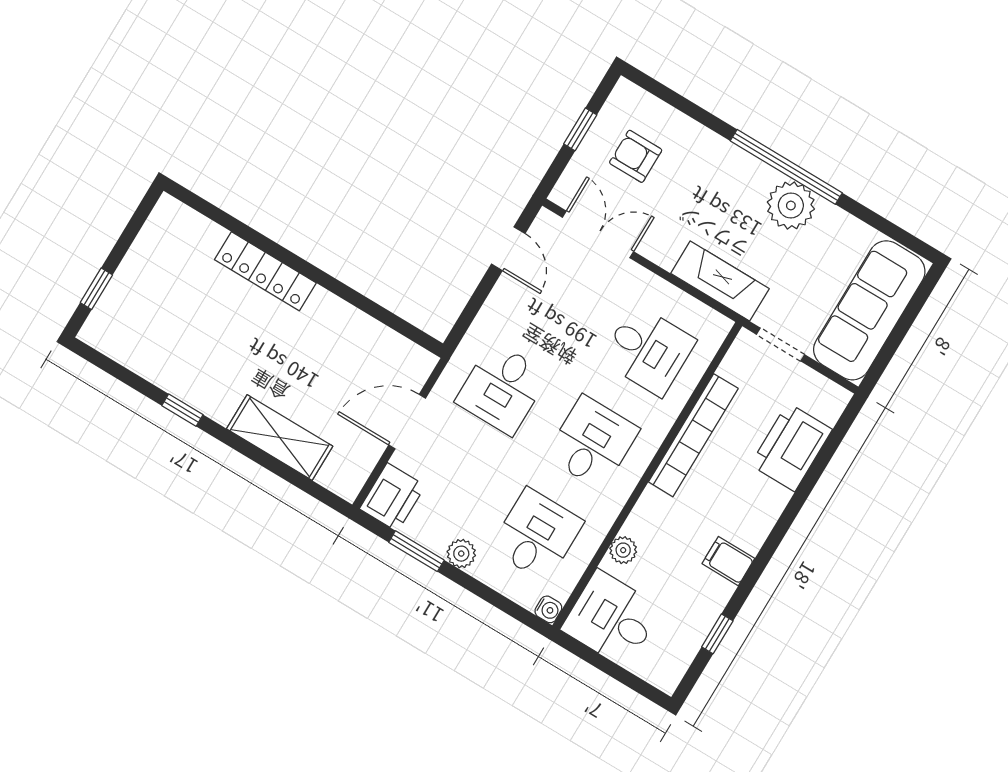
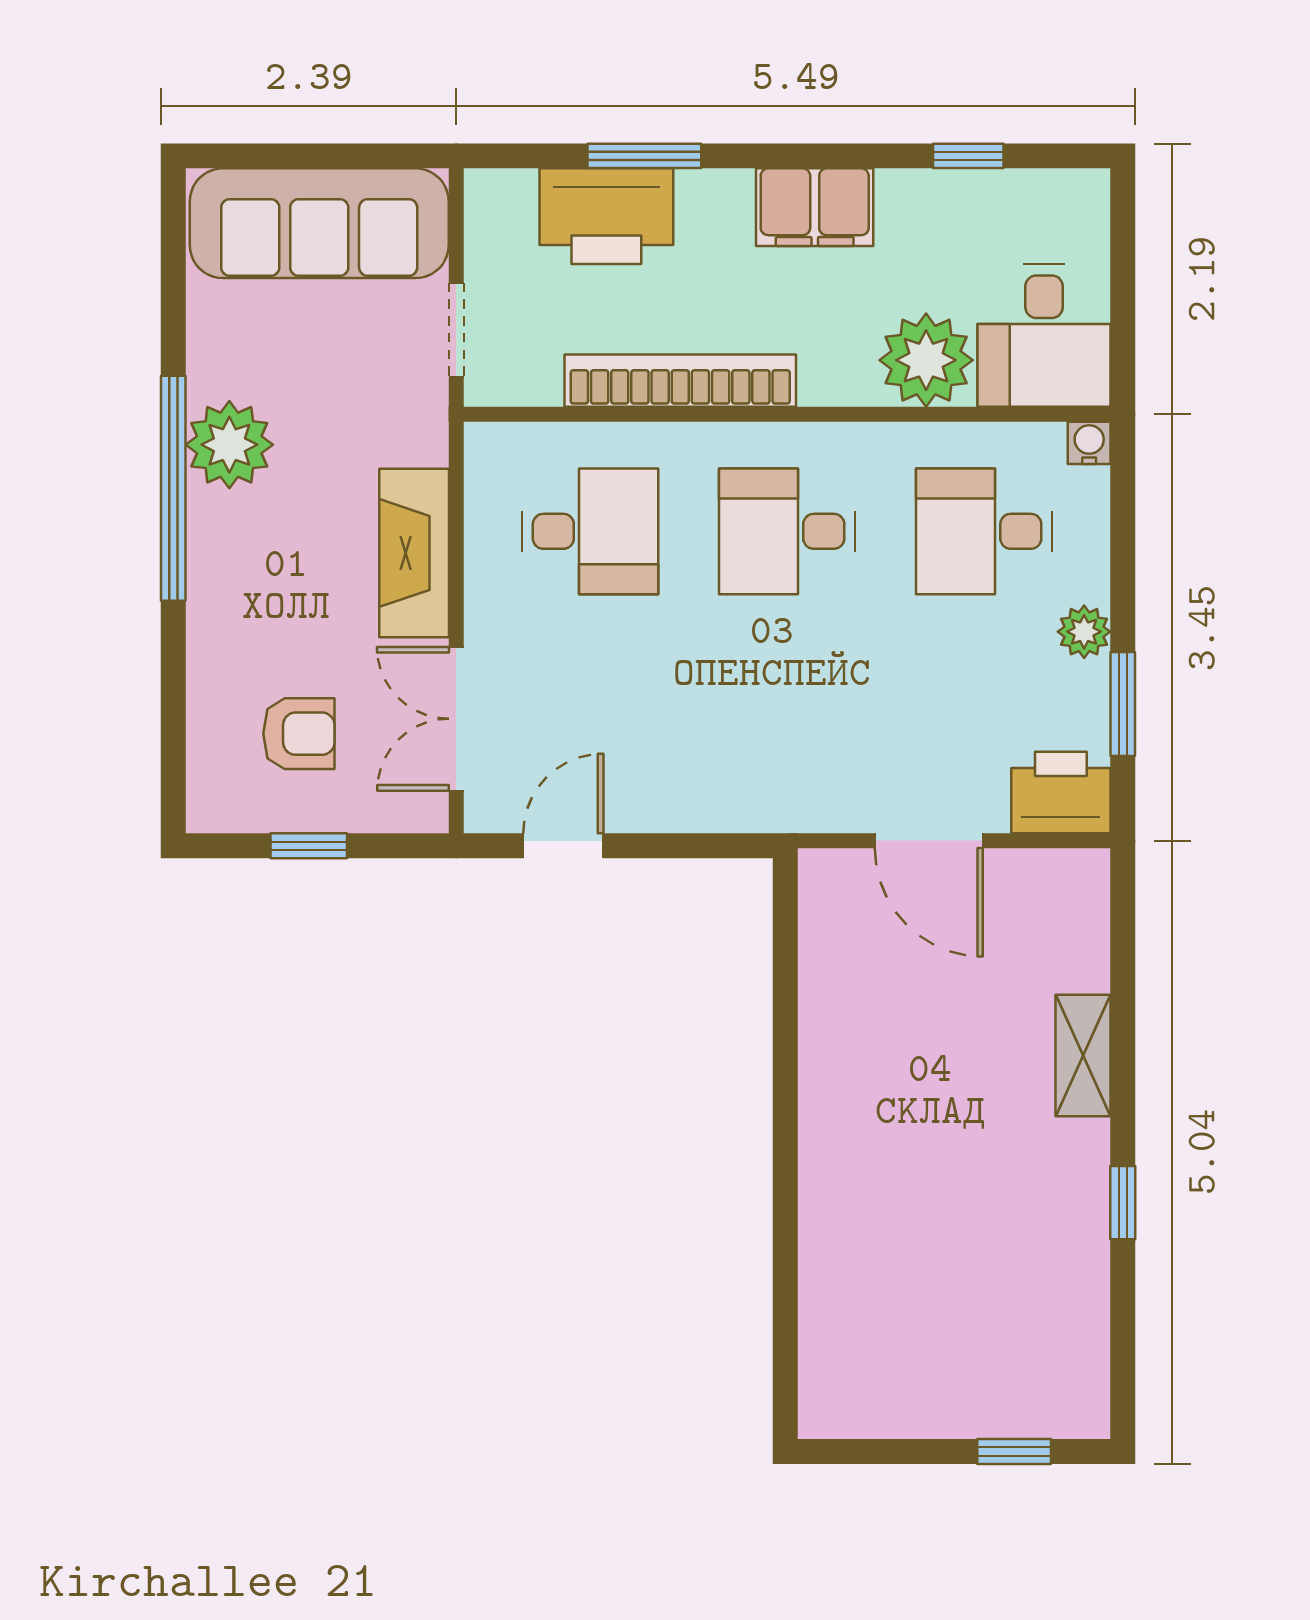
armchair: (636, 156) -> (299, 734), turned -90
locker: (265, 271) -> (828, 1204), removed
fireplace: (720, 281) -> (414, 553), moved
desk: (648, 350) -> (590, 531), turned 90
desk: (502, 388) -> (787, 724), removed
shelving: (280, 437) -> (1083, 1055), width x0.67, depth x0.75
window: (809, 482) -> (644, 156), added
plant: (623, 550) -> (926, 360), width x1.88, depth x1.88
filing cabinet: (728, 561) -> (815, 207), width x2.00

